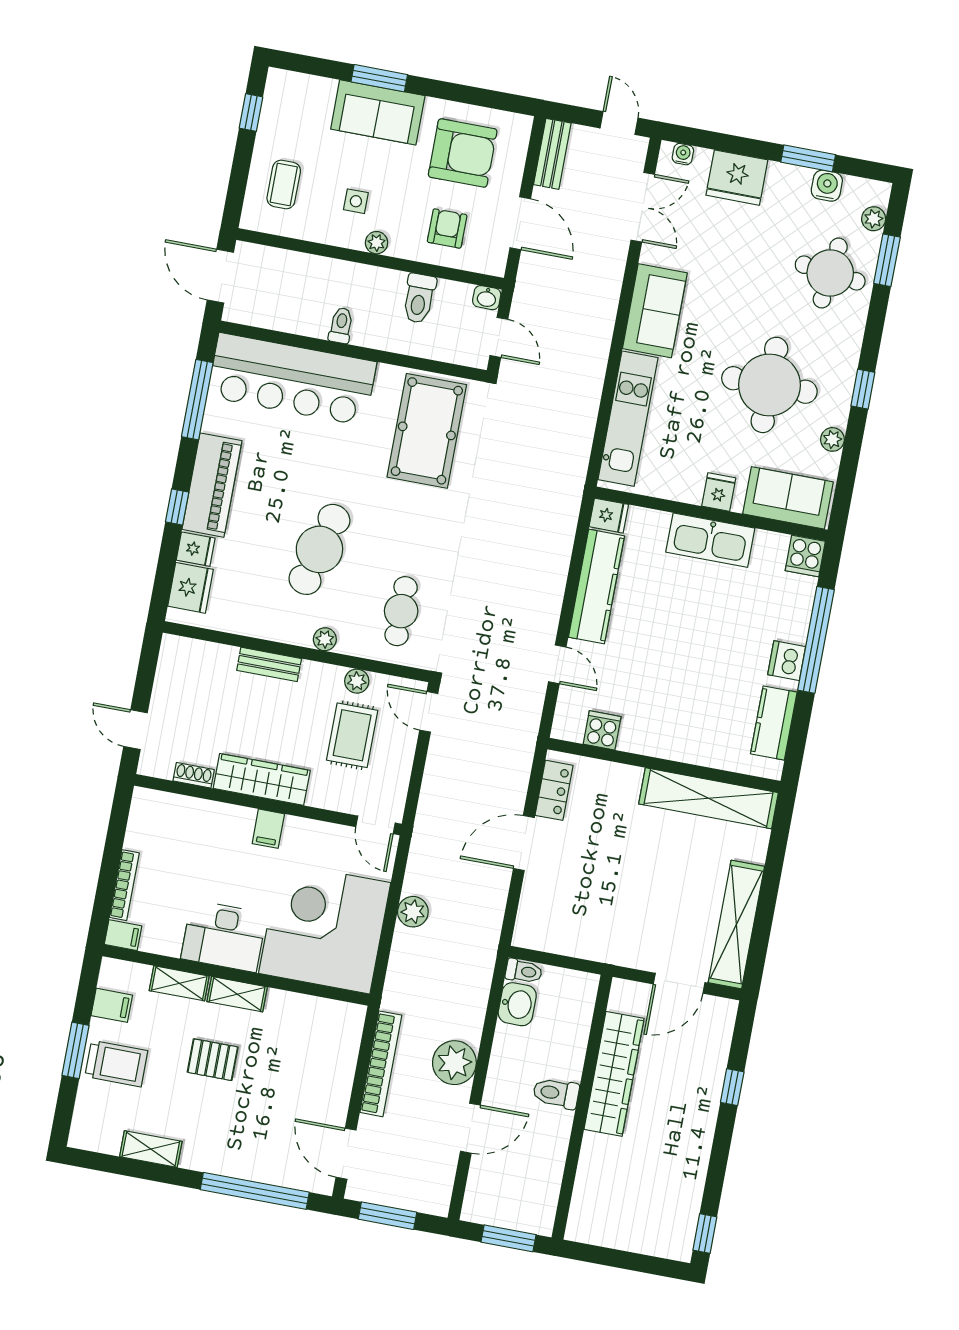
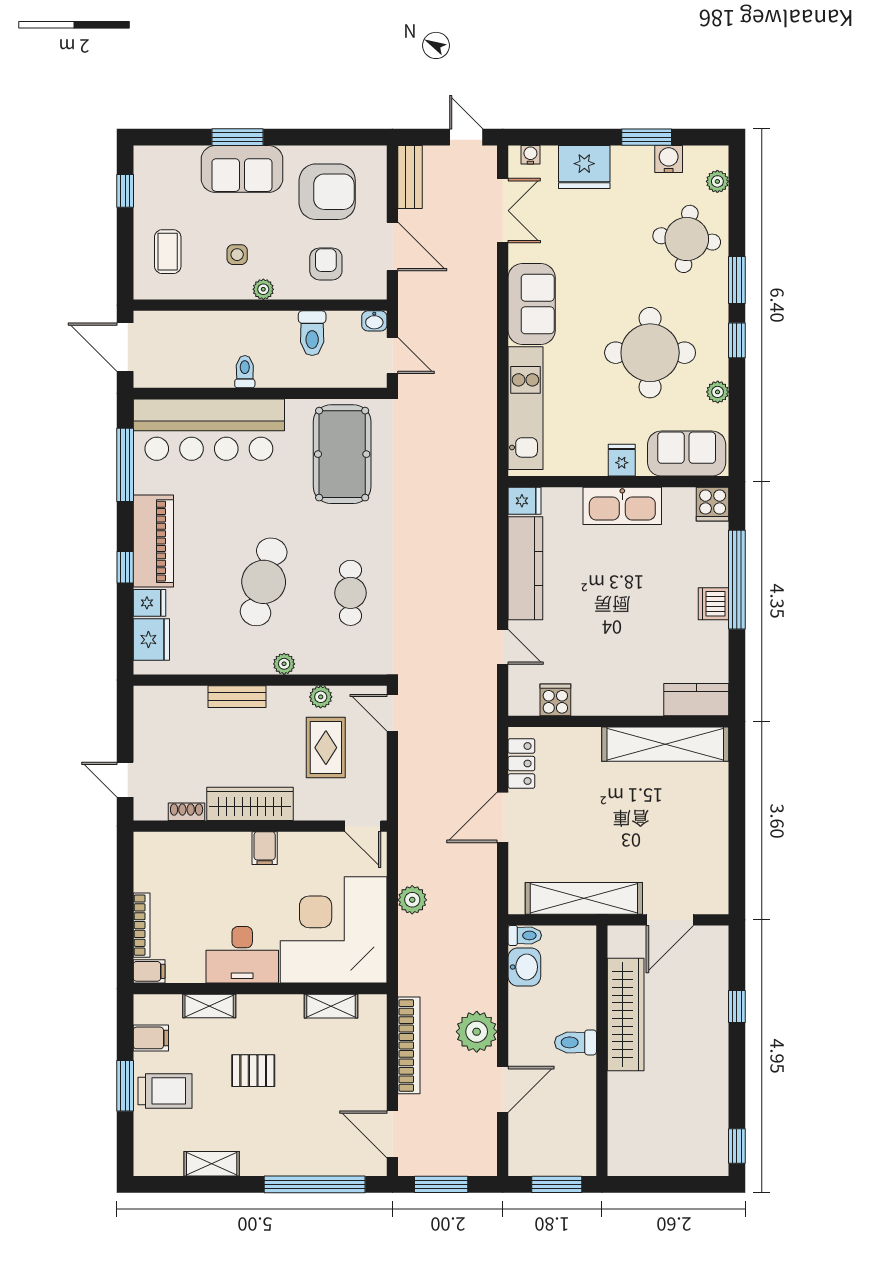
window: (887, 260) -> (737, 280), moved
cafe table: (401, 611) -> (351, 593), moved
kitchen counter: (774, 723) -> (696, 700), moved, turned 90
shelving: (736, 925) -> (584, 898), moved, turned 90
shelving: (237, 994) -> (331, 1006), moved

